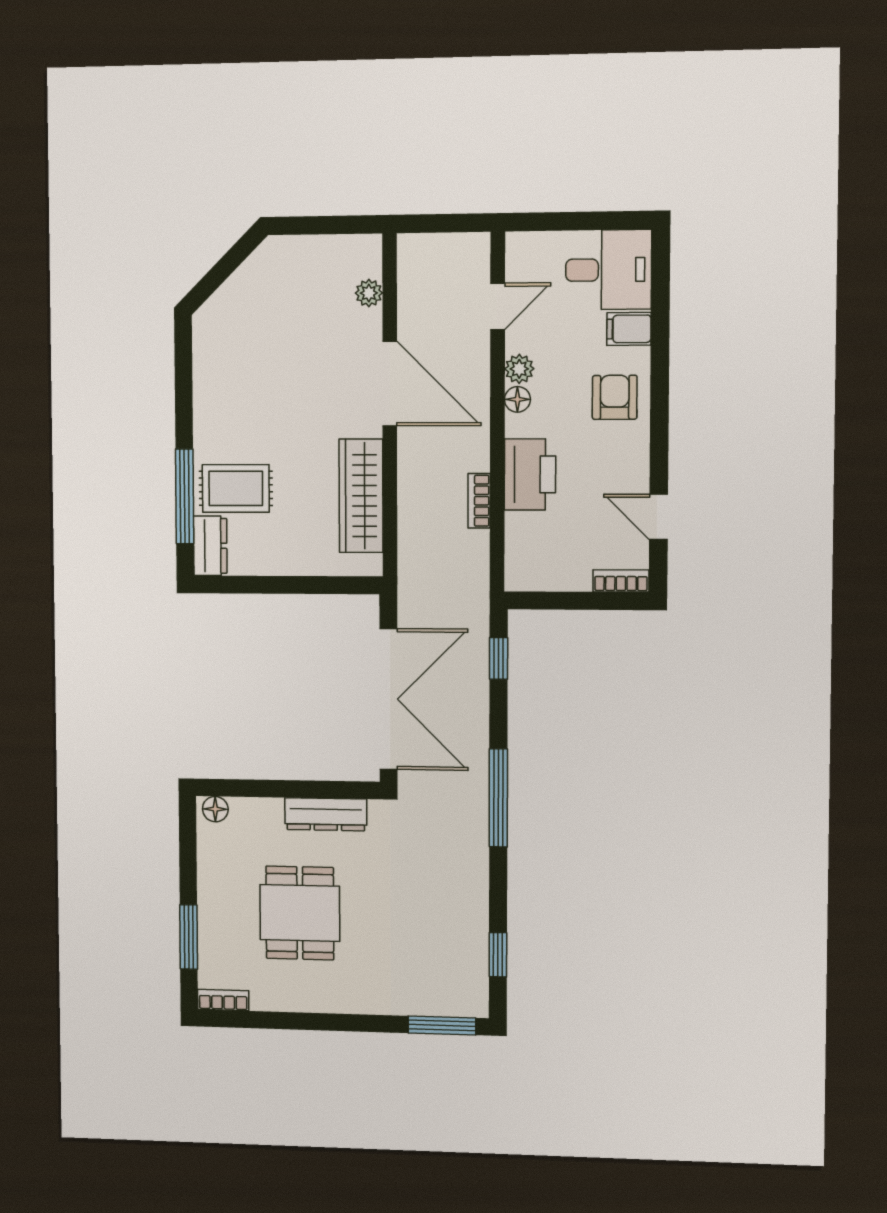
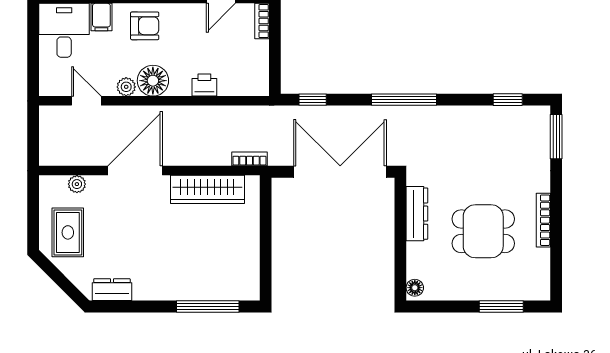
armchair: (615, 397) -> (145, 26), turned 180
floor lamp: (517, 399) -> (153, 81), width x1.89, depth x1.89
printer: (530, 474) -> (204, 85), width x0.53, depth x0.68
rug: (236, 488) -> (68, 232), moved
bookcase: (479, 501) -> (249, 159), moved, turned 180
dresser: (210, 546) -> (112, 290), moved
bookcase: (223, 1000) -> (543, 220), moved, width x1.56

